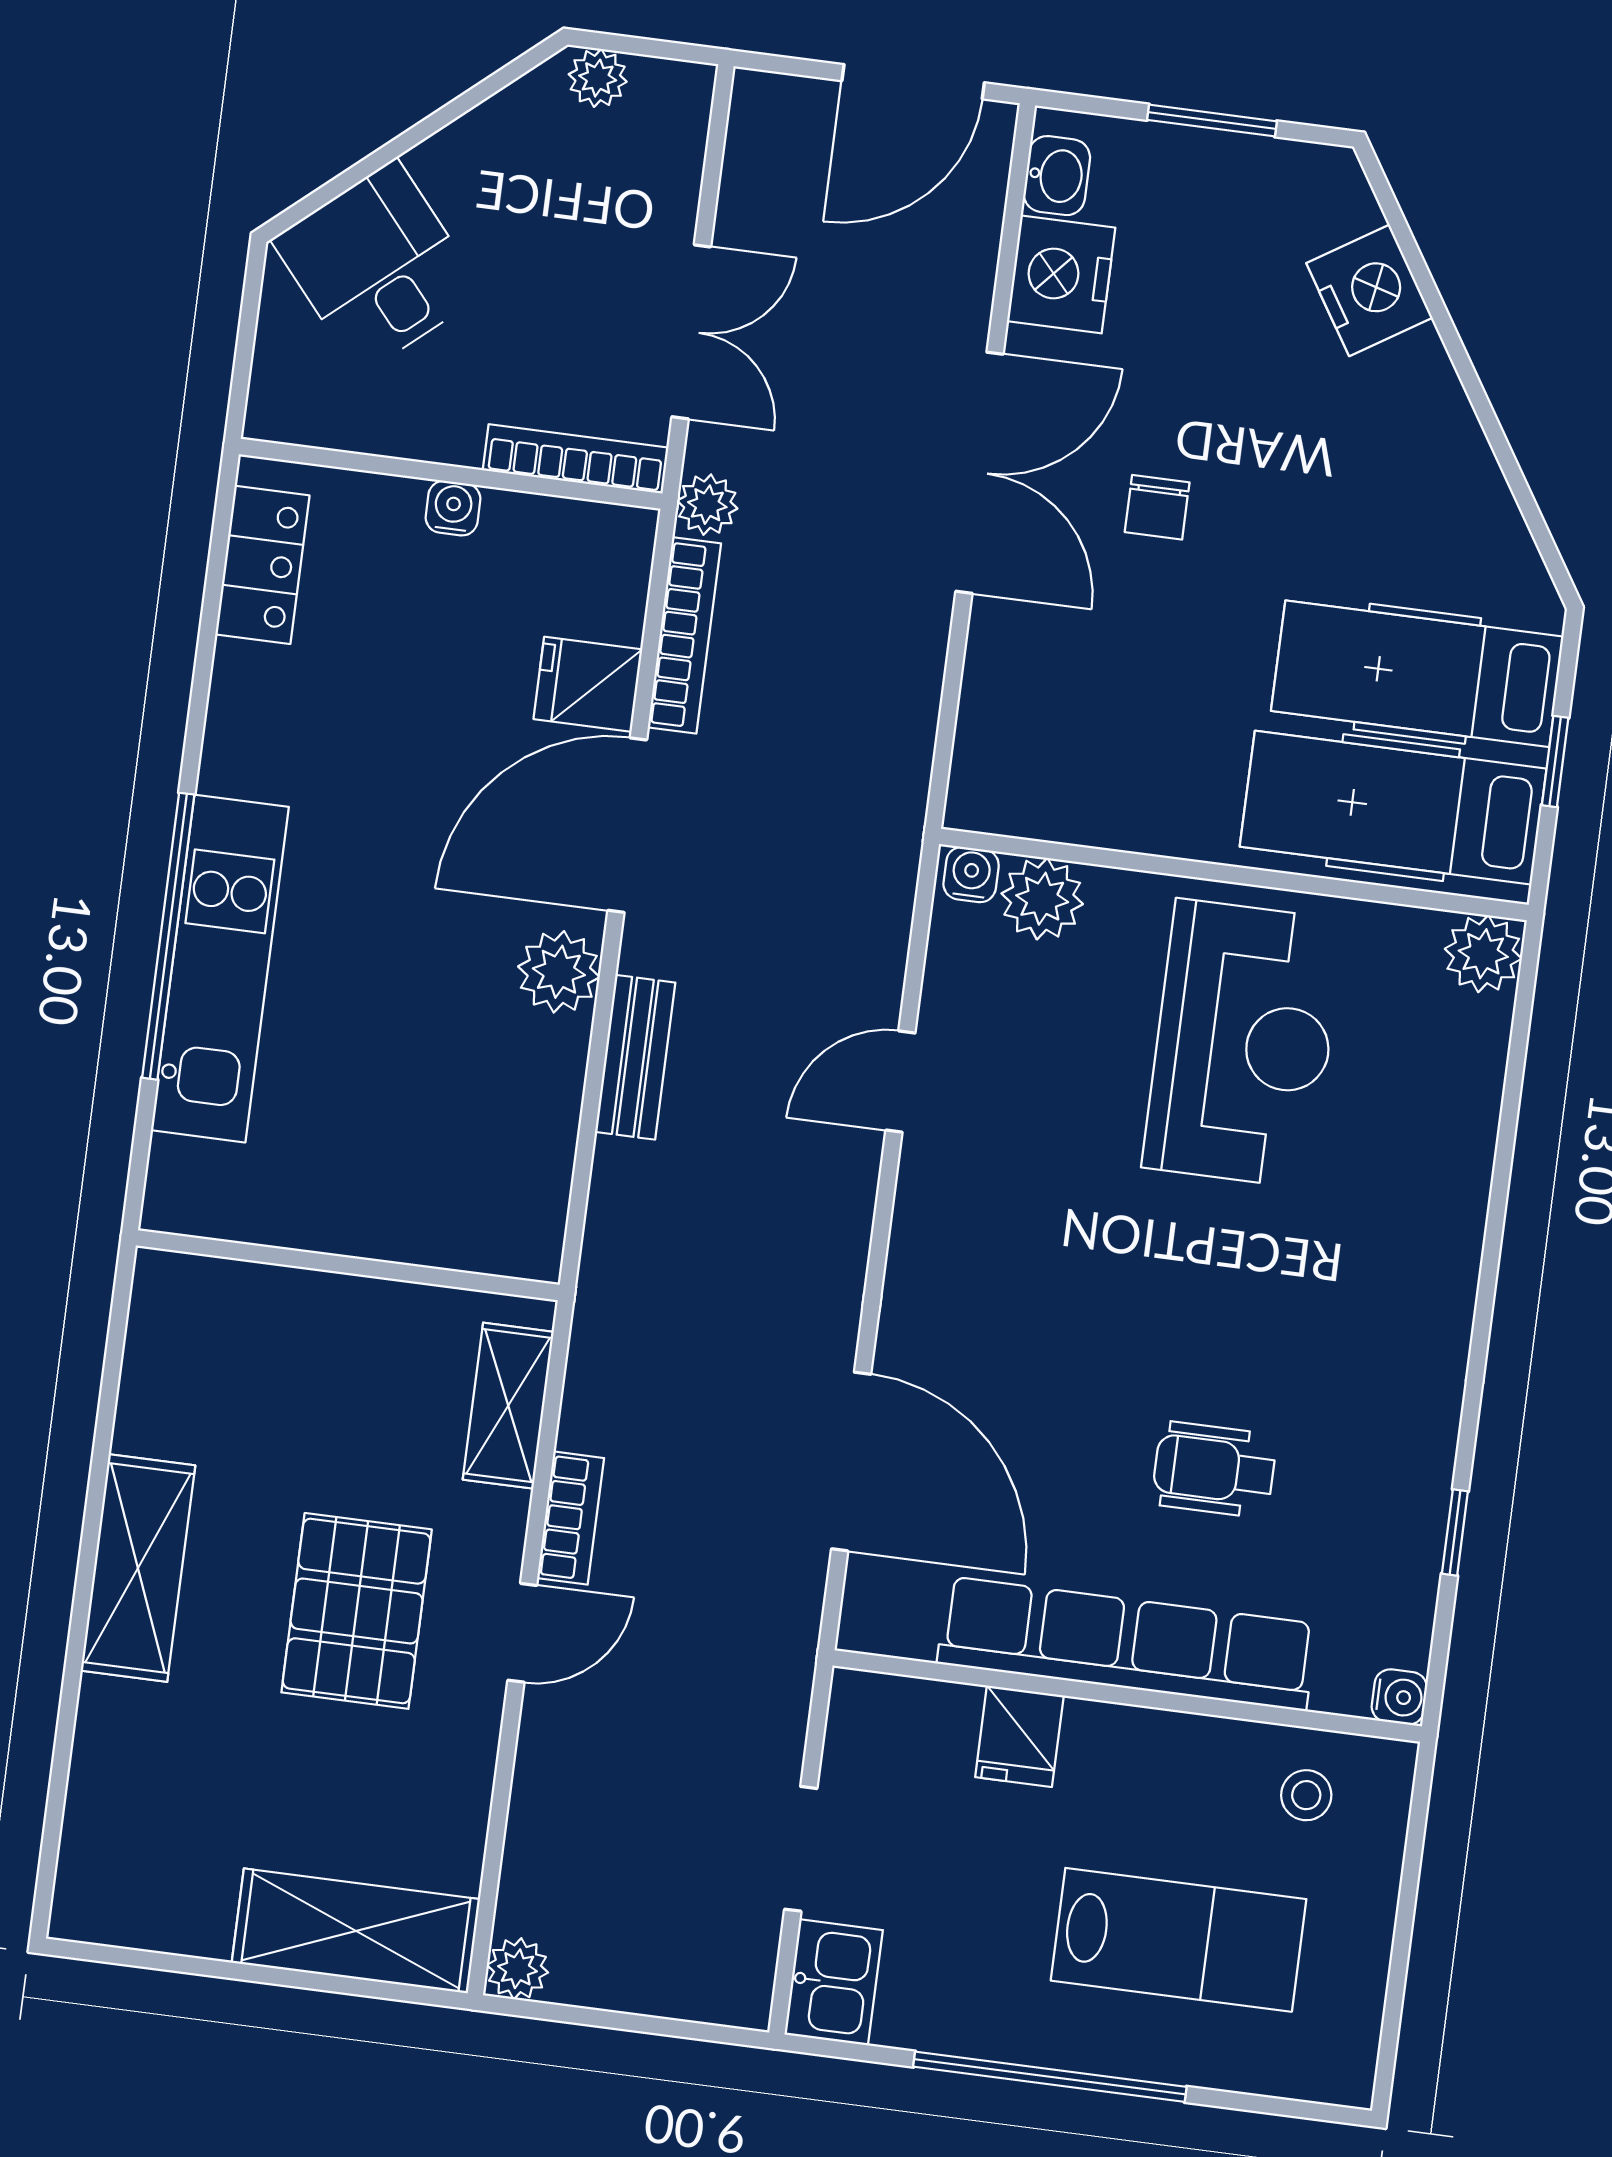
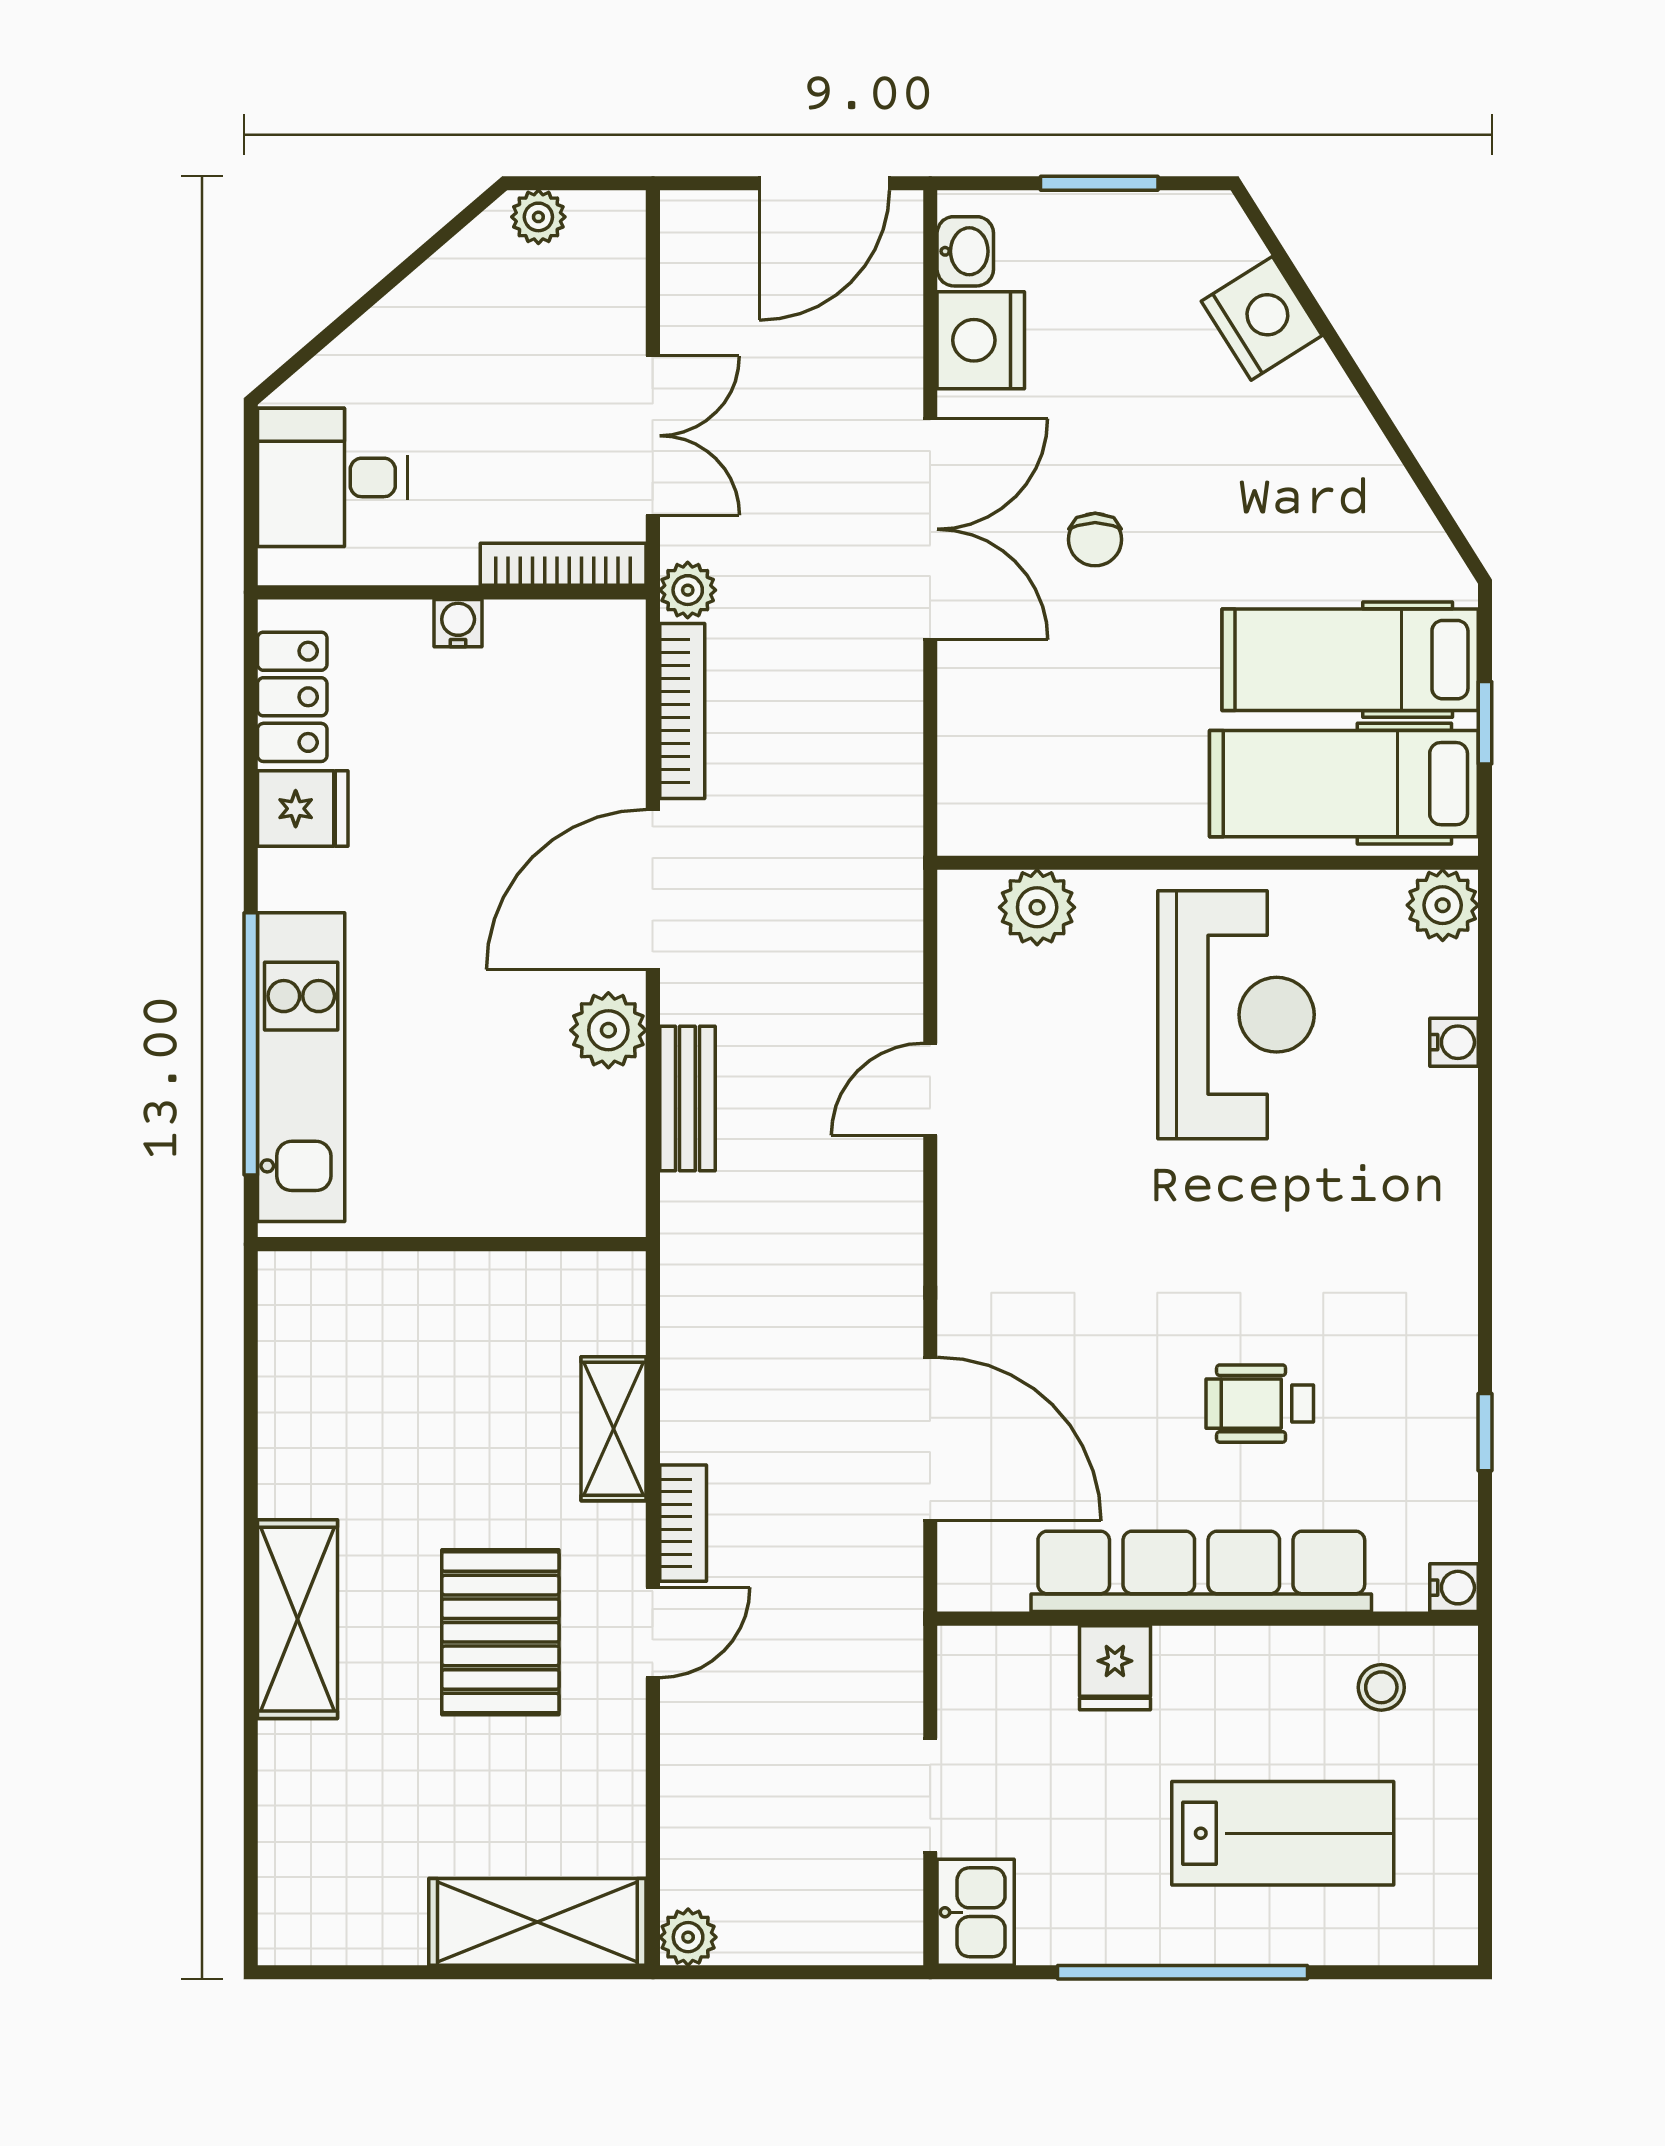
desk: (378, 267) -> (332, 477), moved, turned -49
fridge: (588, 684) -> (303, 809), moved, turned 180
water cooler: (971, 875) -> (1454, 1042), moved, turned 90
wall: (348, 1265) -> (452, 1244), moved

